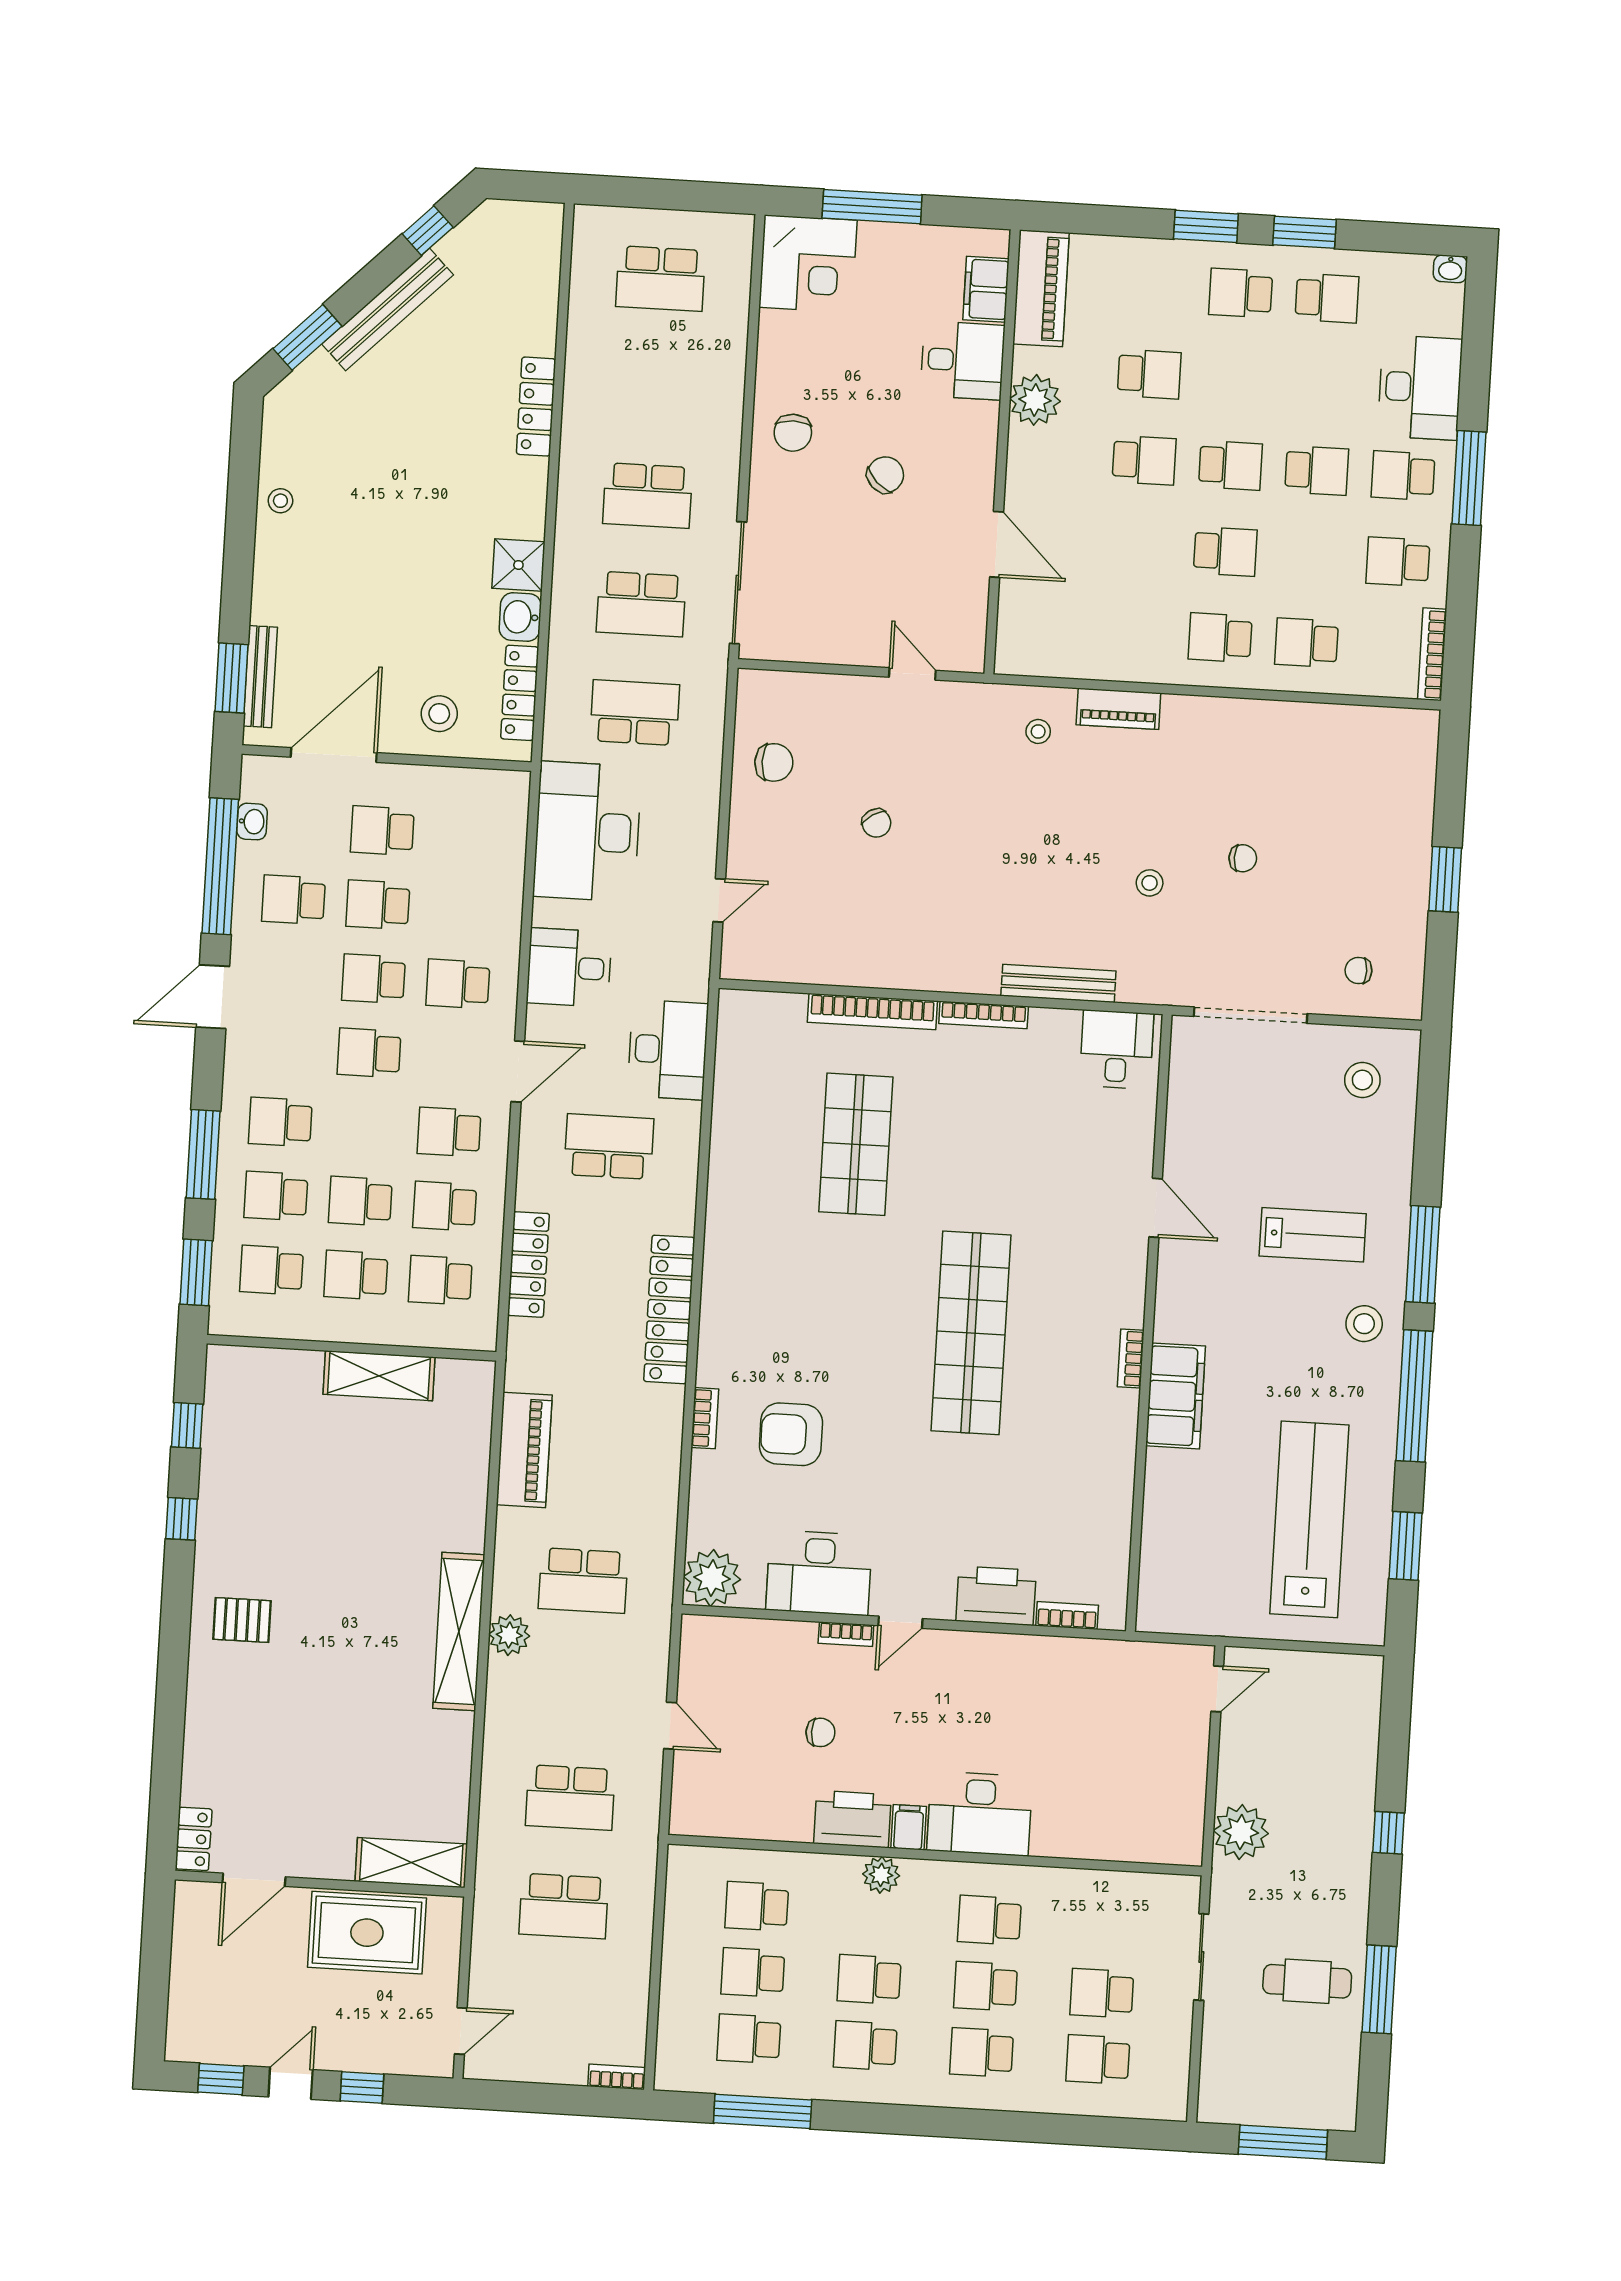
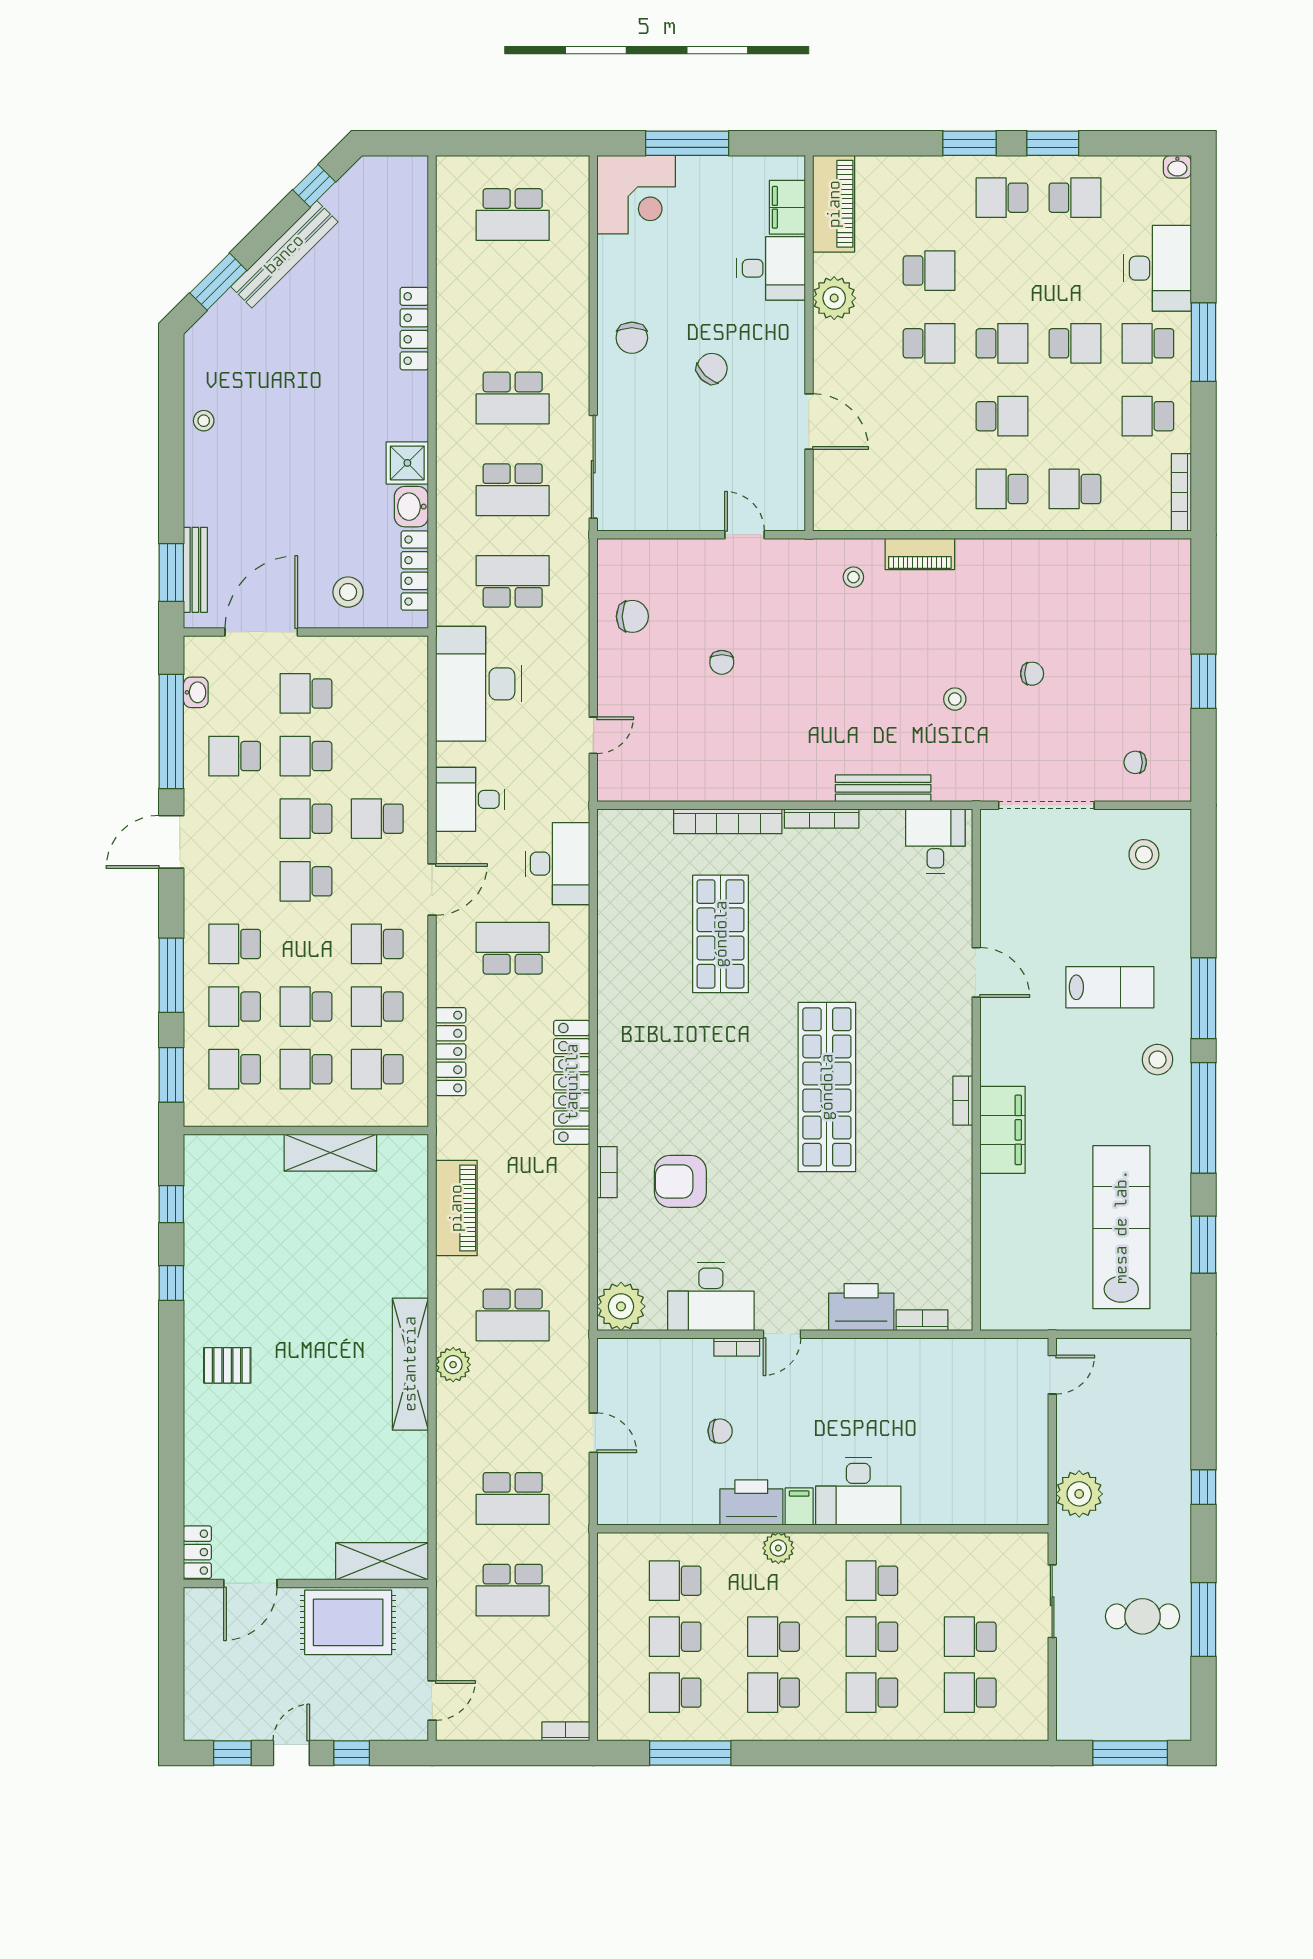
chair: (876, 823) -> (722, 662), turned 32

